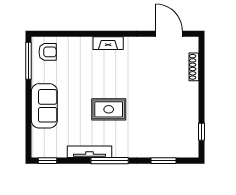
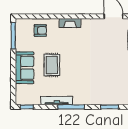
armchair: (48, 52) -> (40, 30), moved
rug: (109, 109) -> (52, 65), moved, turned 90

